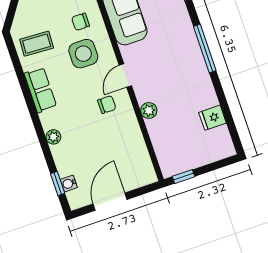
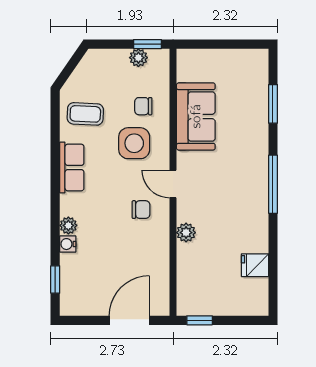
door: (125, 75) -> (173, 184), hinge flipped
water cooler: (69, 184) -> (68, 244), moved
door: (110, 202) -> (129, 320), moved

